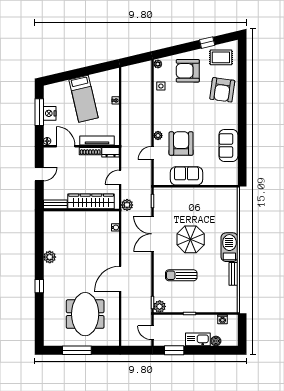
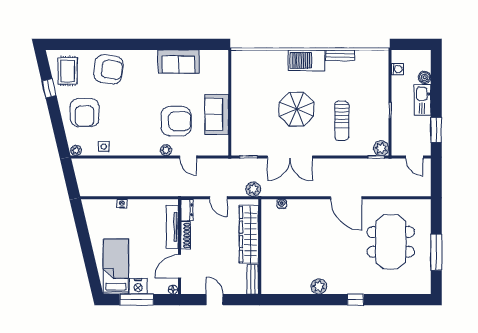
bed: (84, 99) -> (116, 267), moved, turned -77
armchair: (181, 143) -> (176, 121), turned 180
meeting table: (85, 314) -> (391, 242), turned 90
door: (153, 333) -> (414, 157), hinge flipped

